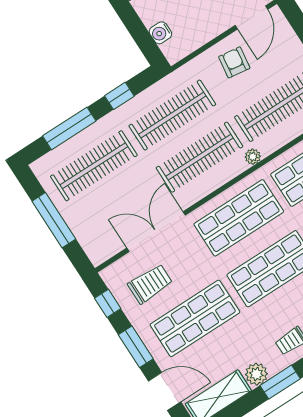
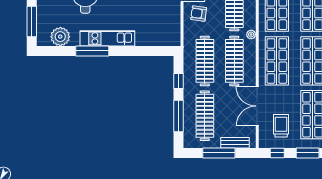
water cooler: (160, 33) -> (160, 40), removed
bench: (83, 234) -> (235, 143), added

